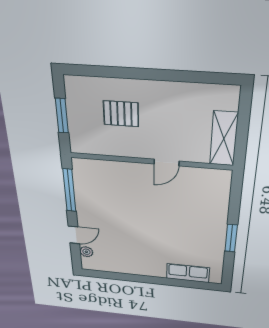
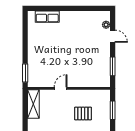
window: (69, 190) -> (113, 66), width x0.69
door: (74, 235) -> (113, 36), swing flipped
window: (231, 238) -> (25, 73), moved

